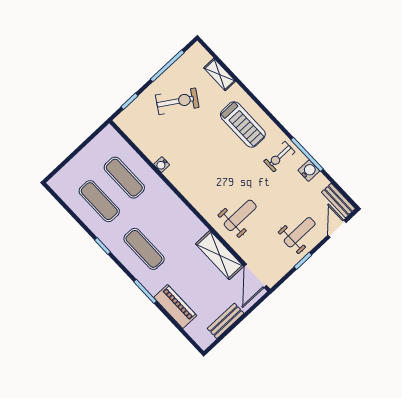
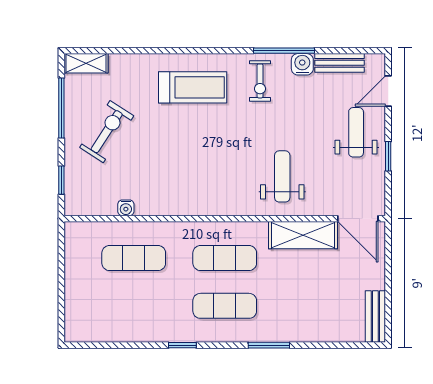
shelving: (220, 75) -> (86, 63), moved
water cooler: (162, 165) -> (126, 208), moved
exercise mat: (99, 201) -> (225, 258), moved
bench: (338, 201) -> (340, 63), moved
door: (337, 229) -> (388, 91), hinge flipped
piano: (175, 306) -> (313, 329), removed
bench: (226, 321) -> (375, 316), moved

